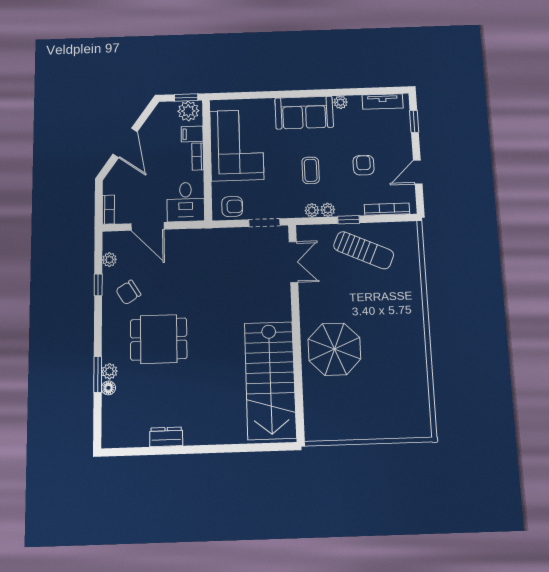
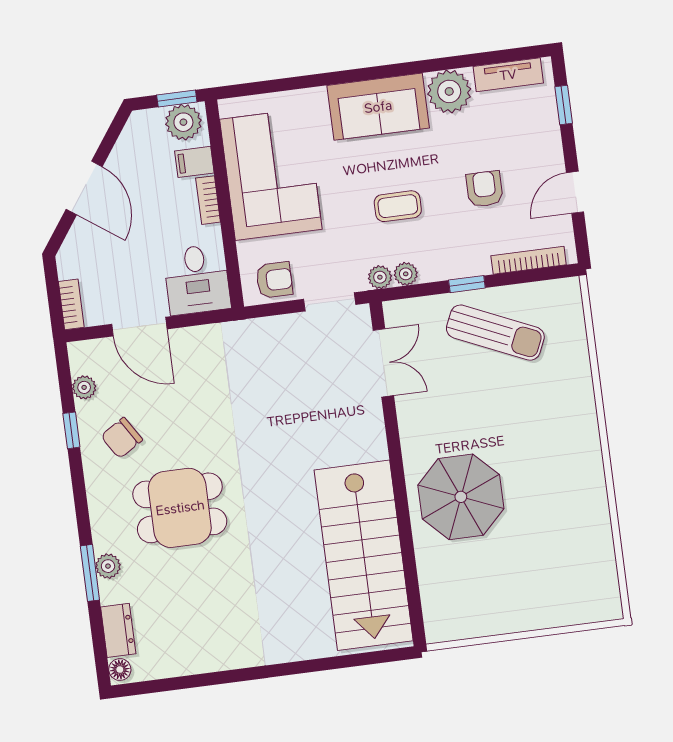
plant: (341, 102) -> (449, 91), width x1.88, depth x1.88
coffee table: (311, 170) -> (398, 206), turned 90
plant: (328, 210) -> (380, 277), moved
floor lamp: (108, 388) -> (120, 670), moved
dresser: (166, 437) -> (118, 630), moved, turned 90

